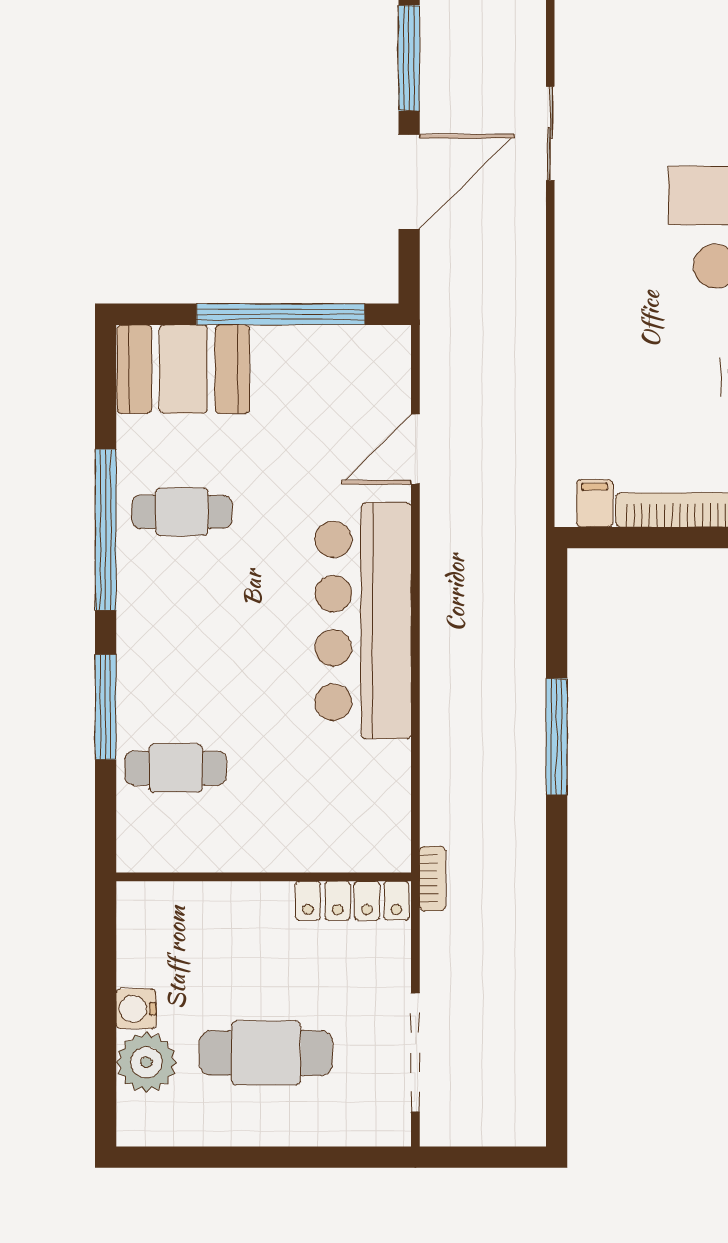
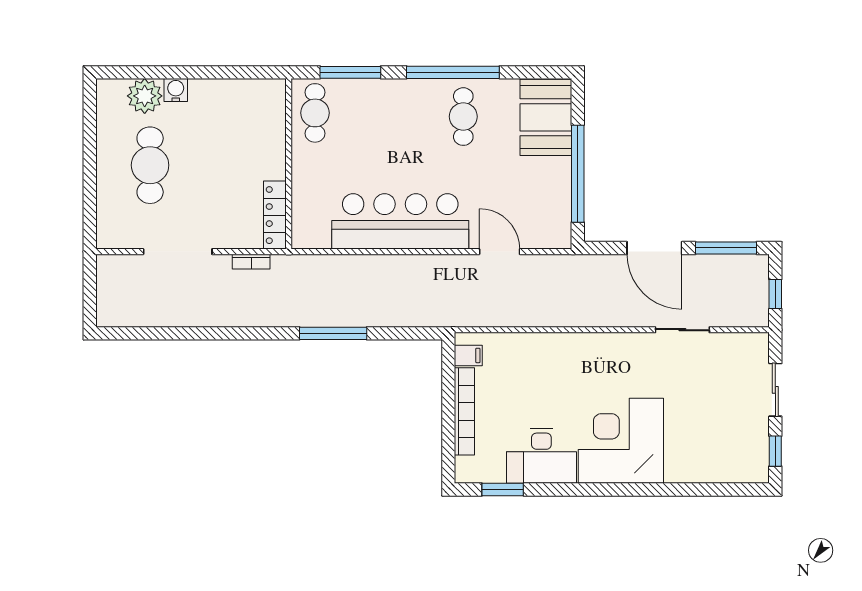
wall: (264, 877) -> (289, 164), moved
locker: (352, 901) -> (275, 215), moved
doorway: (415, 1052) -> (178, 252), moved

